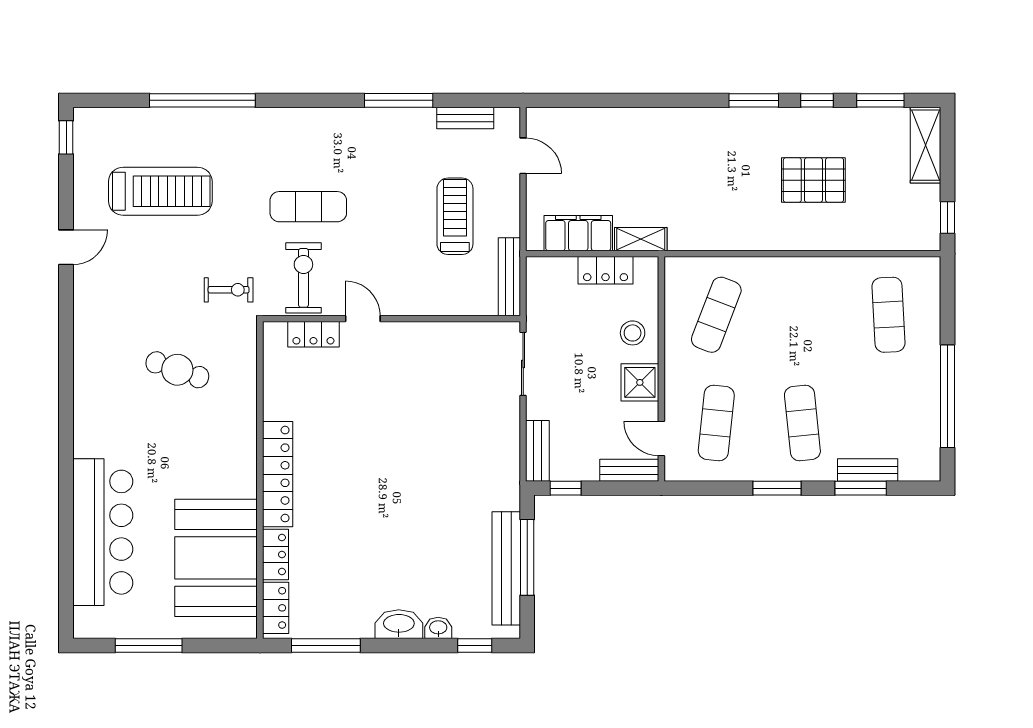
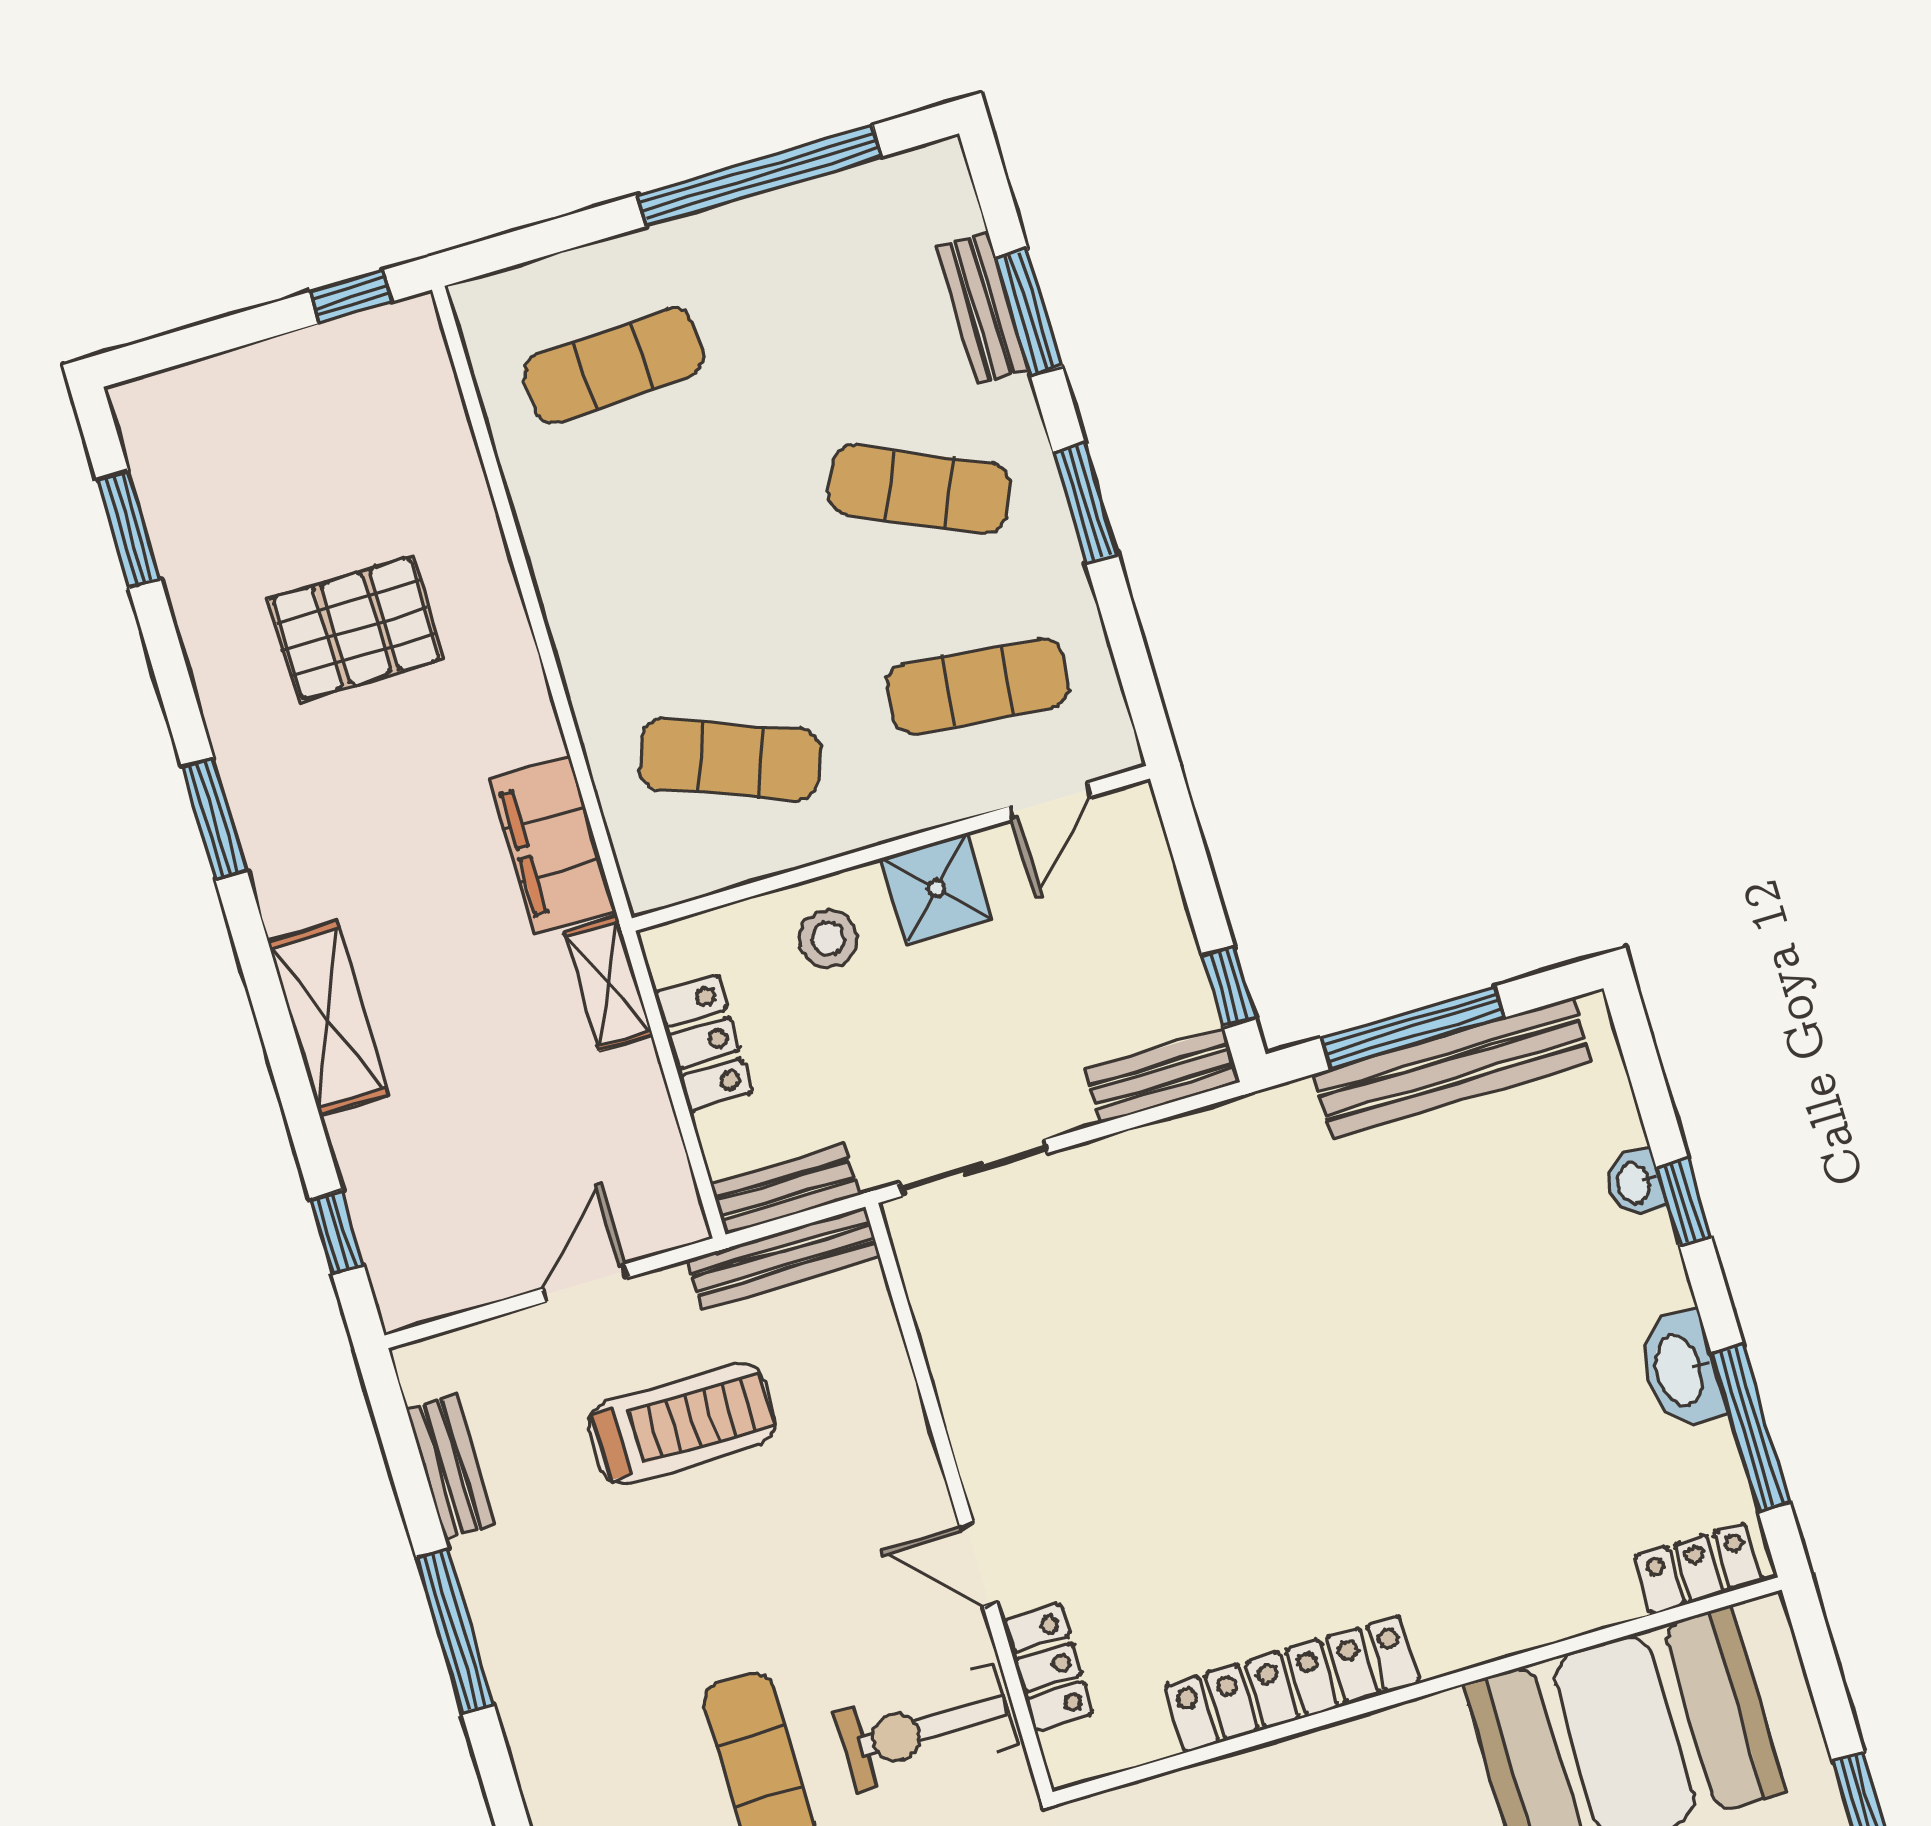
window: (817, 100) -> (337, 1232), moved
shelving: (926, 145) -> (328, 1018), moved, turned 90
door: (523, 156) -> (585, 1283), moved
pallet: (813, 180) -> (356, 629), turned 90
treadmill: (455, 216) -> (682, 1424), turned 180
filing cabinet: (578, 233) -> (552, 844), moved
door: (363, 319) -> (978, 1565), hinge flipped
exercise mat: (802, 423) -> (919, 489), turned 30
bench: (629, 470) -> (785, 1189), moved, turned 90
locker: (278, 474) -> (1292, 1684), moved
locker: (276, 554) -> (1577, 1605), removed
washbasin: (399, 624) -> (1681, 1370), moved
window: (475, 646) -> (1684, 1202), moved

